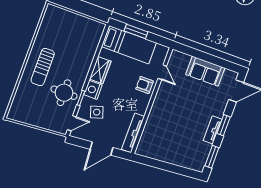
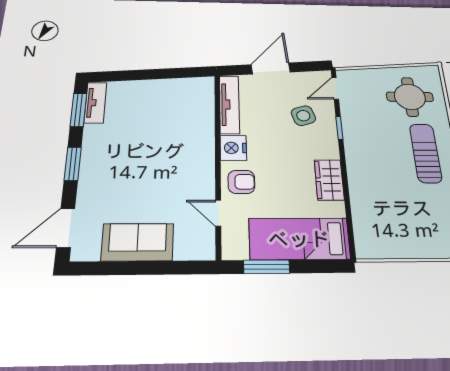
window: (136, 31) -> (267, 267), moved
nightstand: (93, 90) -> (233, 148), moved, turned 180
round table: (64, 93) -> (410, 97), moved
tv unit: (213, 130) -> (95, 103), moved

